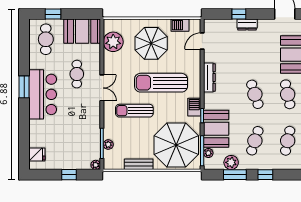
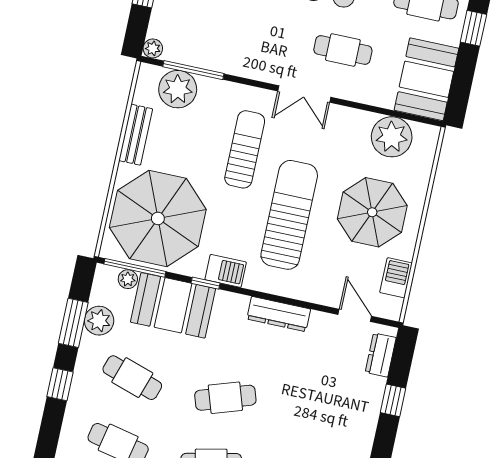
dresser: (247, 25) -> (381, 355), moved
plant: (108, 145) -> (178, 89), width x1.88, depth x1.88

